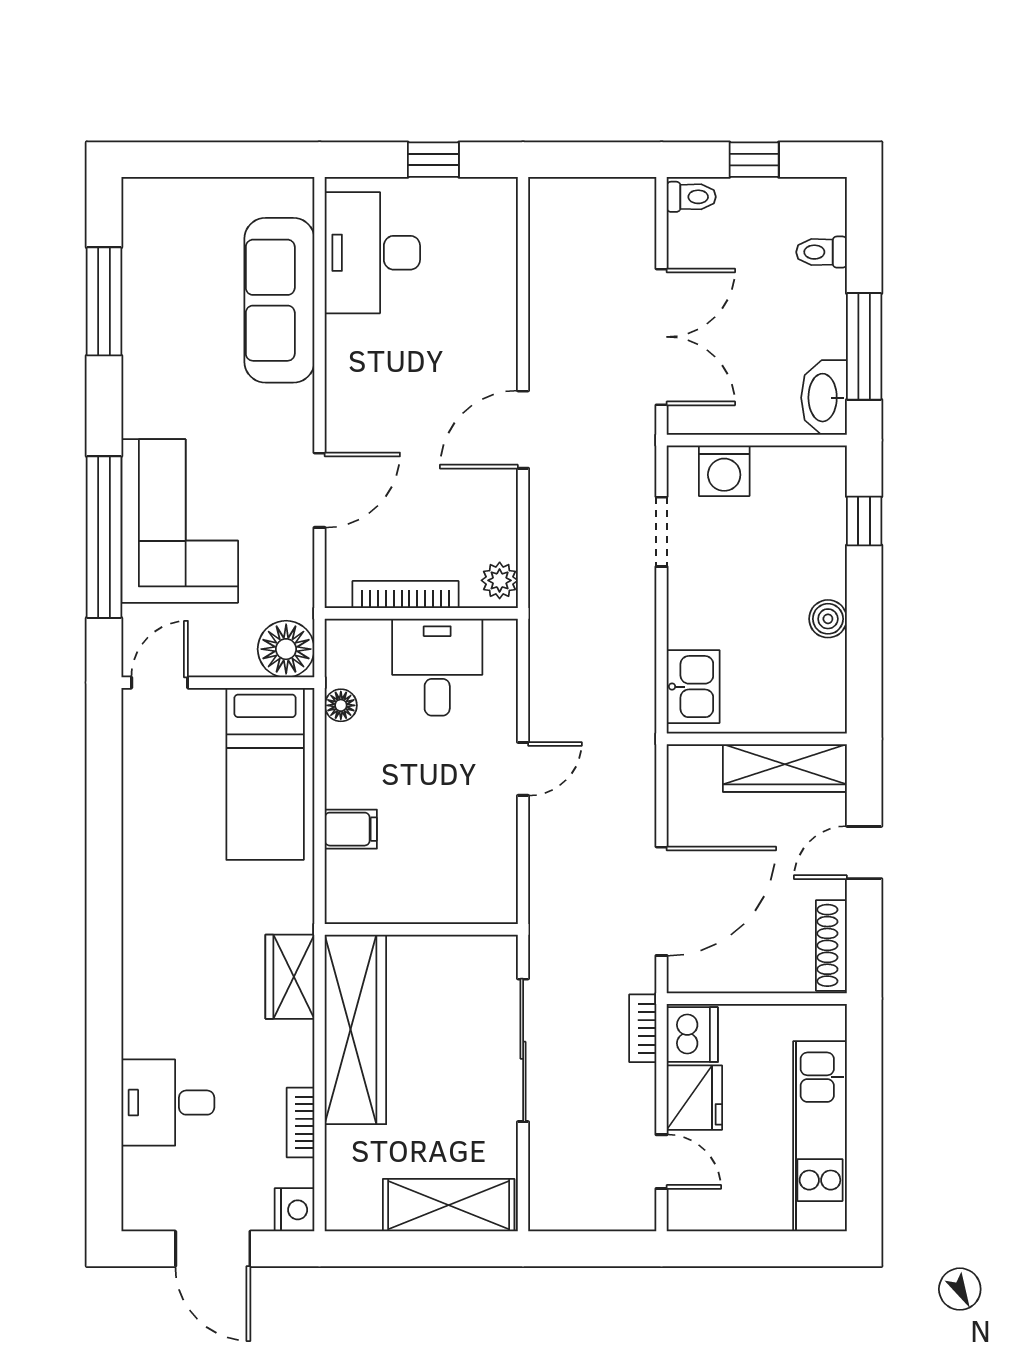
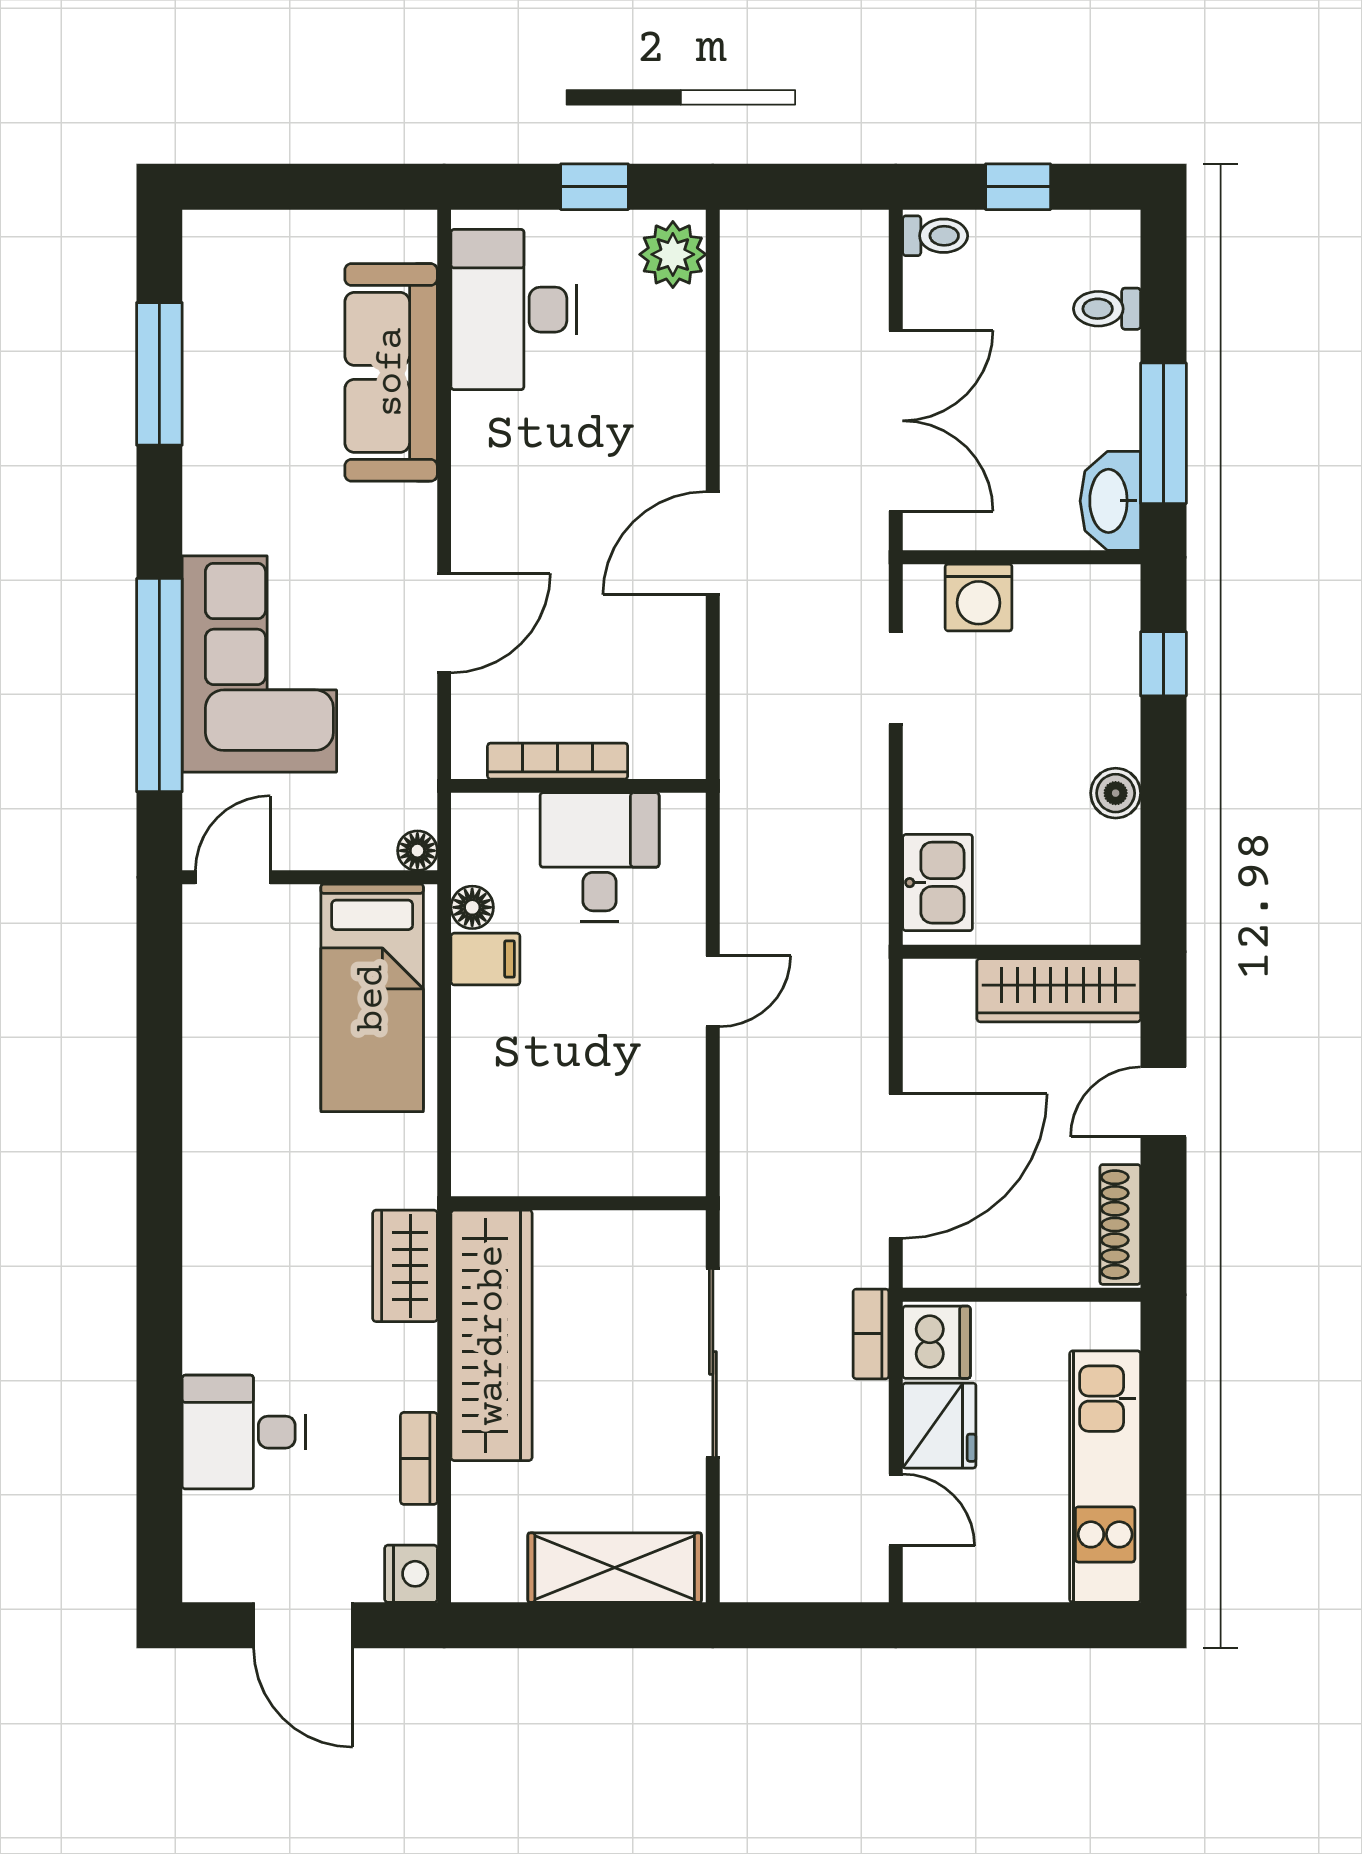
plant: (500, 580) -> (673, 254), moved, width x1.38, depth x1.38
floor lamp: (286, 649) -> (417, 851), width x0.53, depth x0.53
filing cabinet: (351, 829) -> (485, 959), moved

